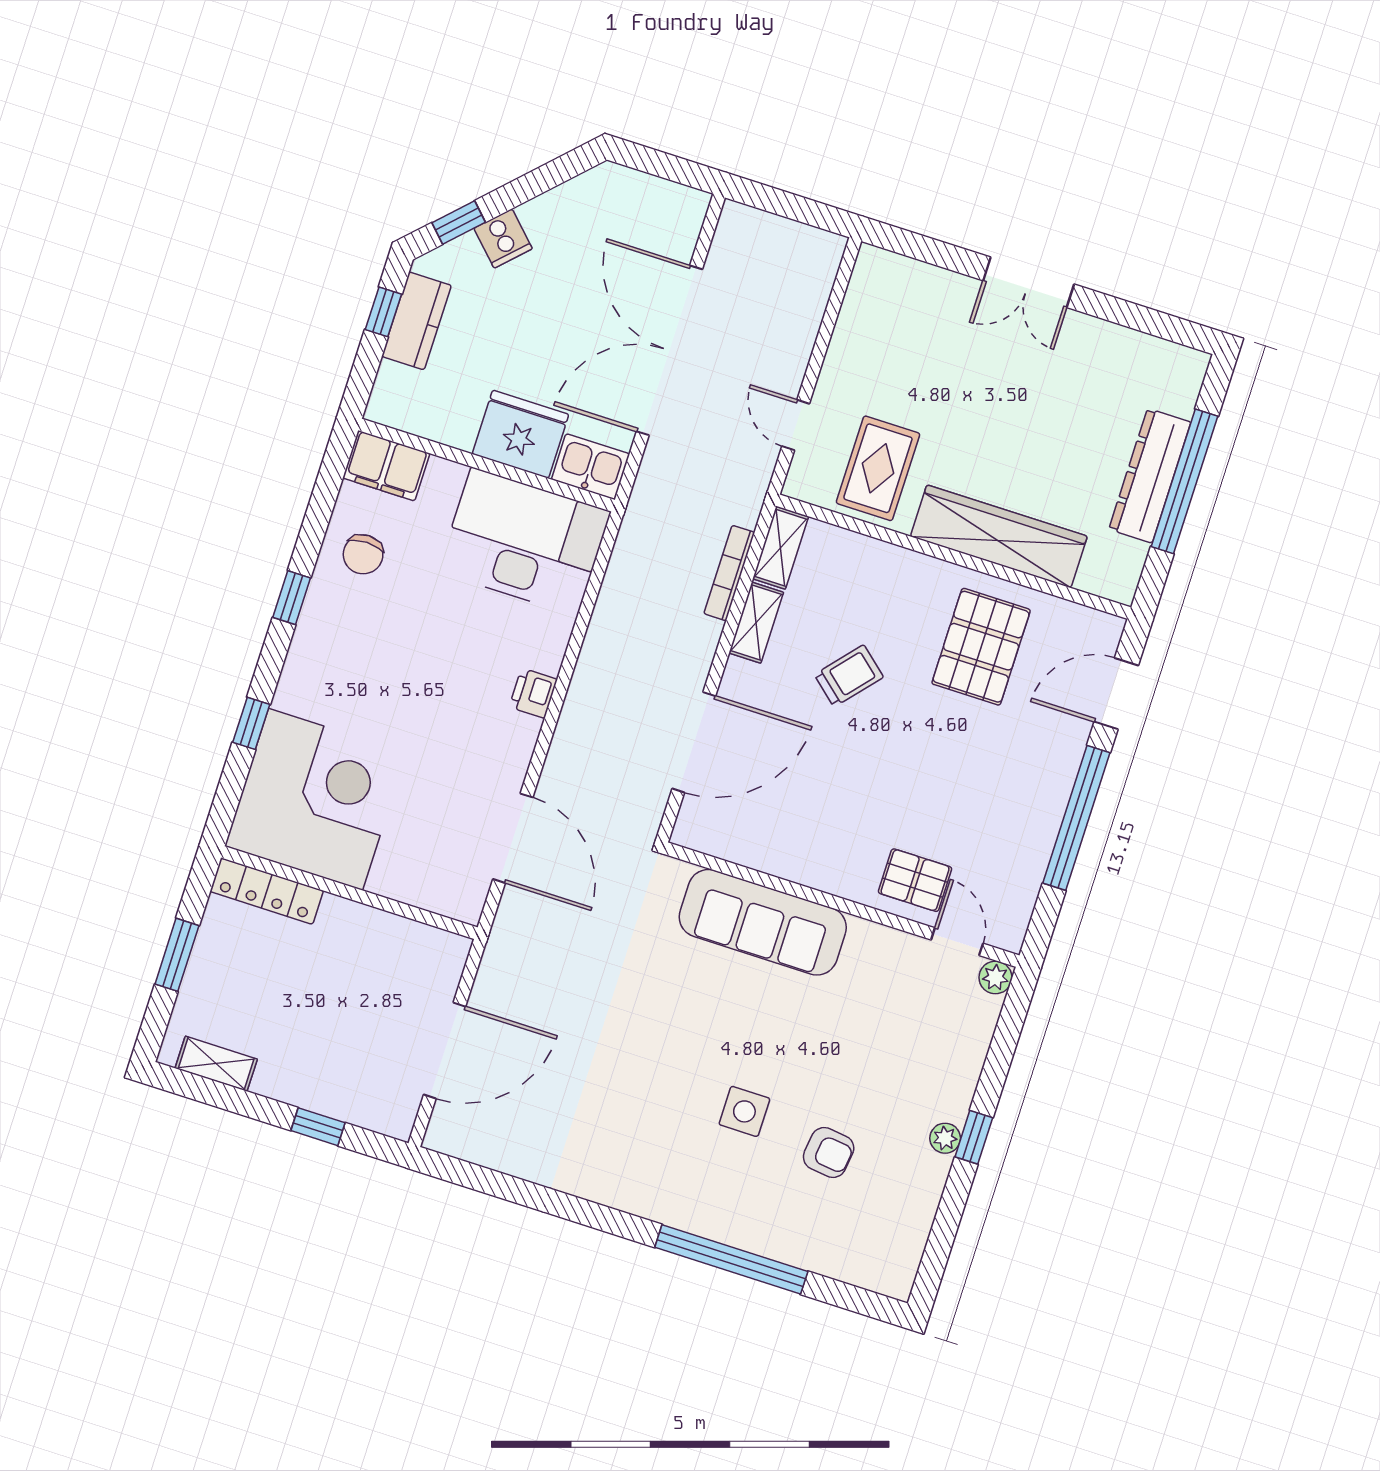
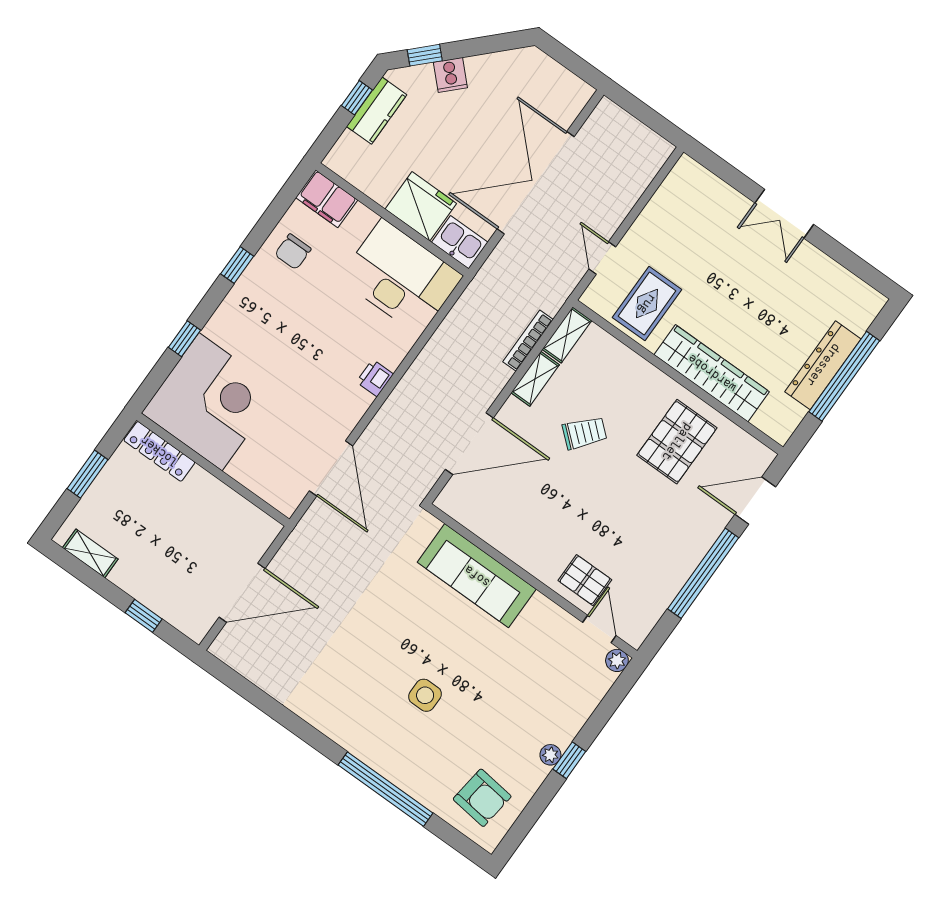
armchair: (829, 1152) -> (482, 798), moved, width x1.38, depth x1.38

